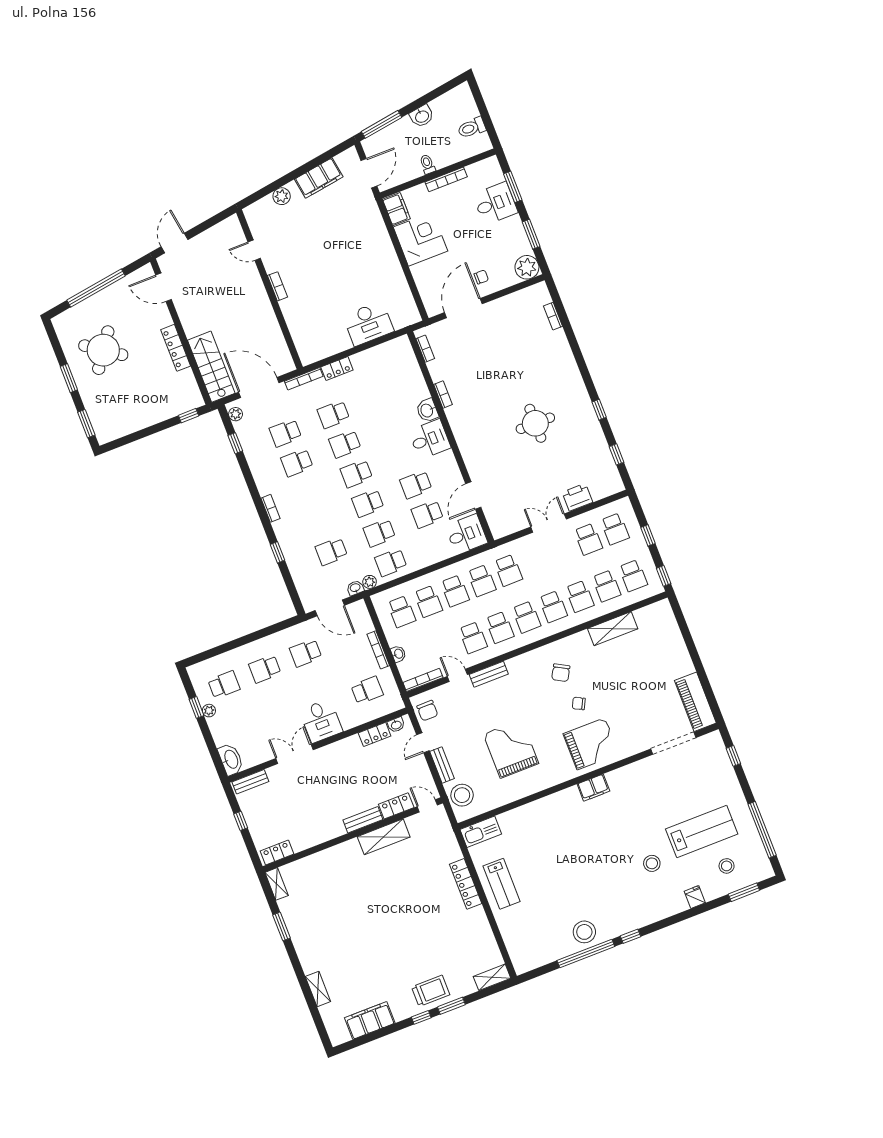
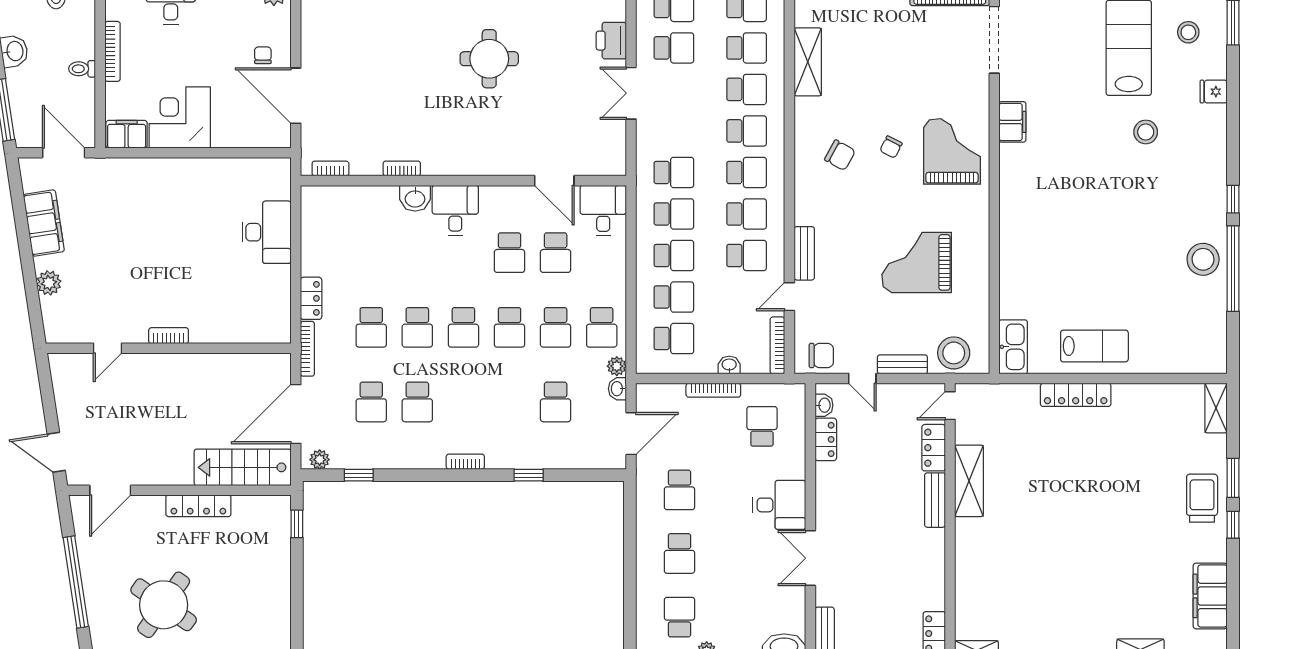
filing cabinet: (593, 788) -> (1012, 122), moved

